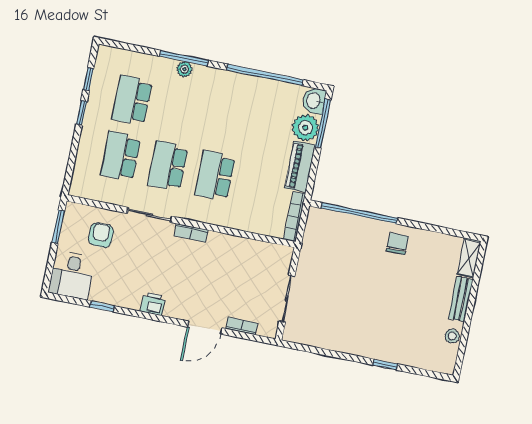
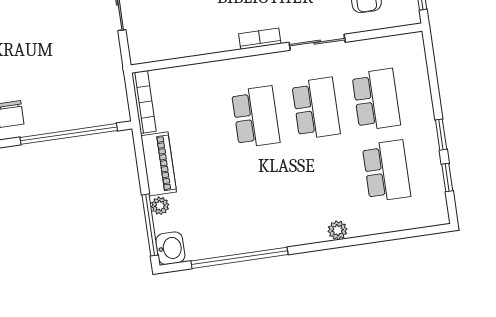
window: (184, 58) -> (343, 243), removed
plant: (305, 128) -> (160, 206), width x0.53, depth x0.53

